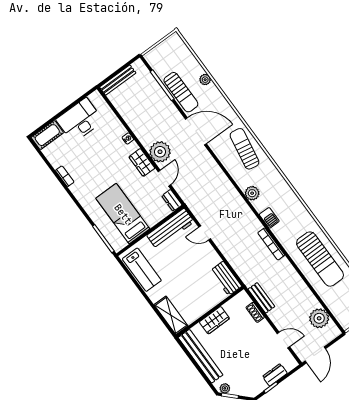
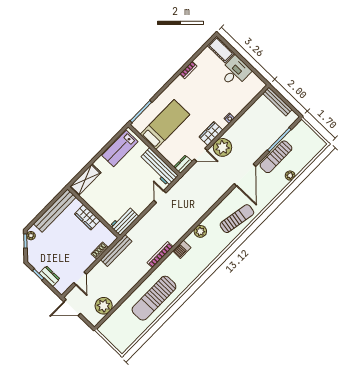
desk: (80, 120) -> (235, 72), width x0.73
bench: (261, 298) -> (116, 251), width x1.36

